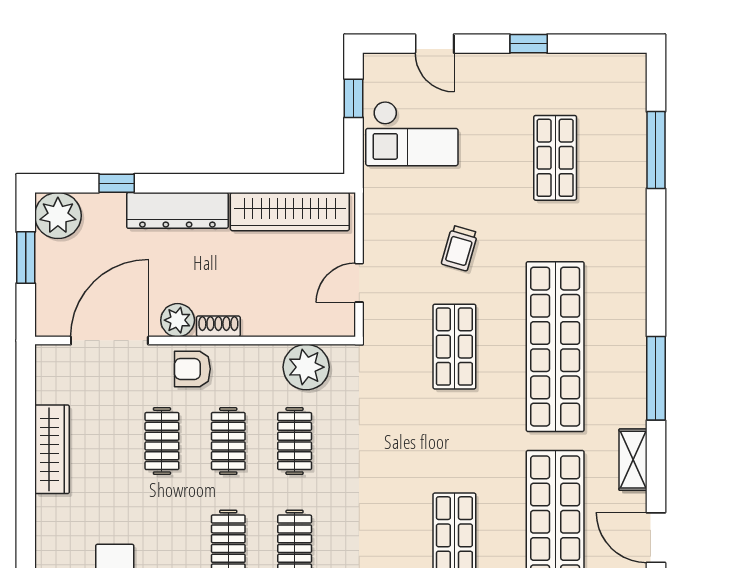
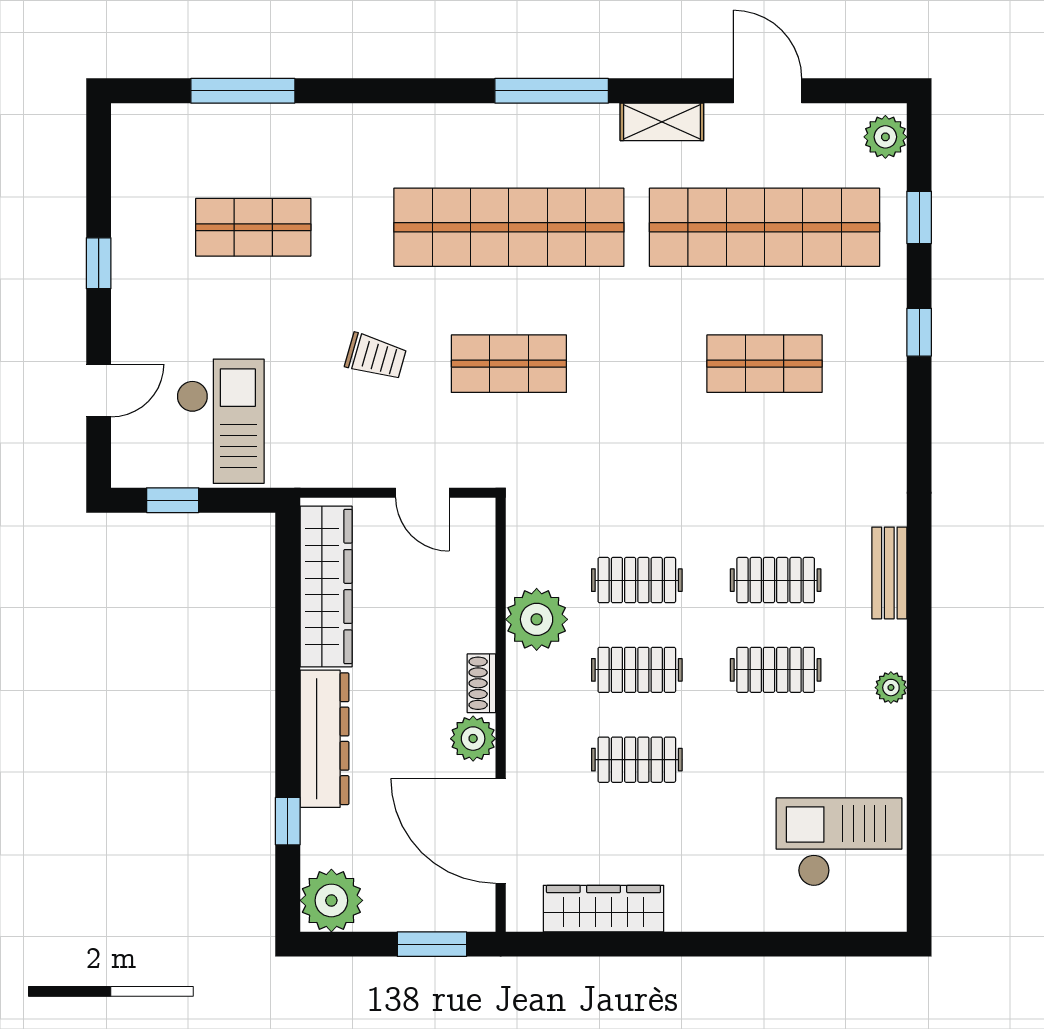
window: (26, 258) -> (432, 944), moved
plant: (306, 367) -> (537, 619), moved
armchair: (192, 369) -> (539, 718), removed
wardrobe: (52, 449) -> (603, 909), moved
door: (656, 538) -> (768, 91), swing flipped

